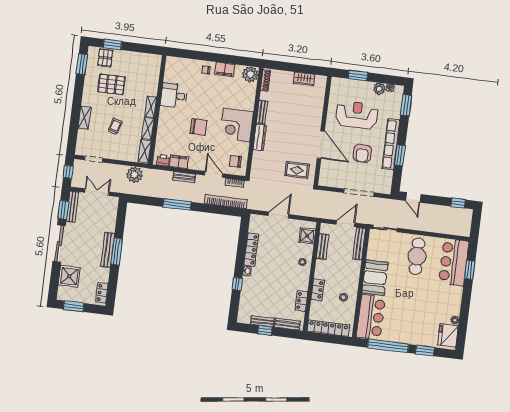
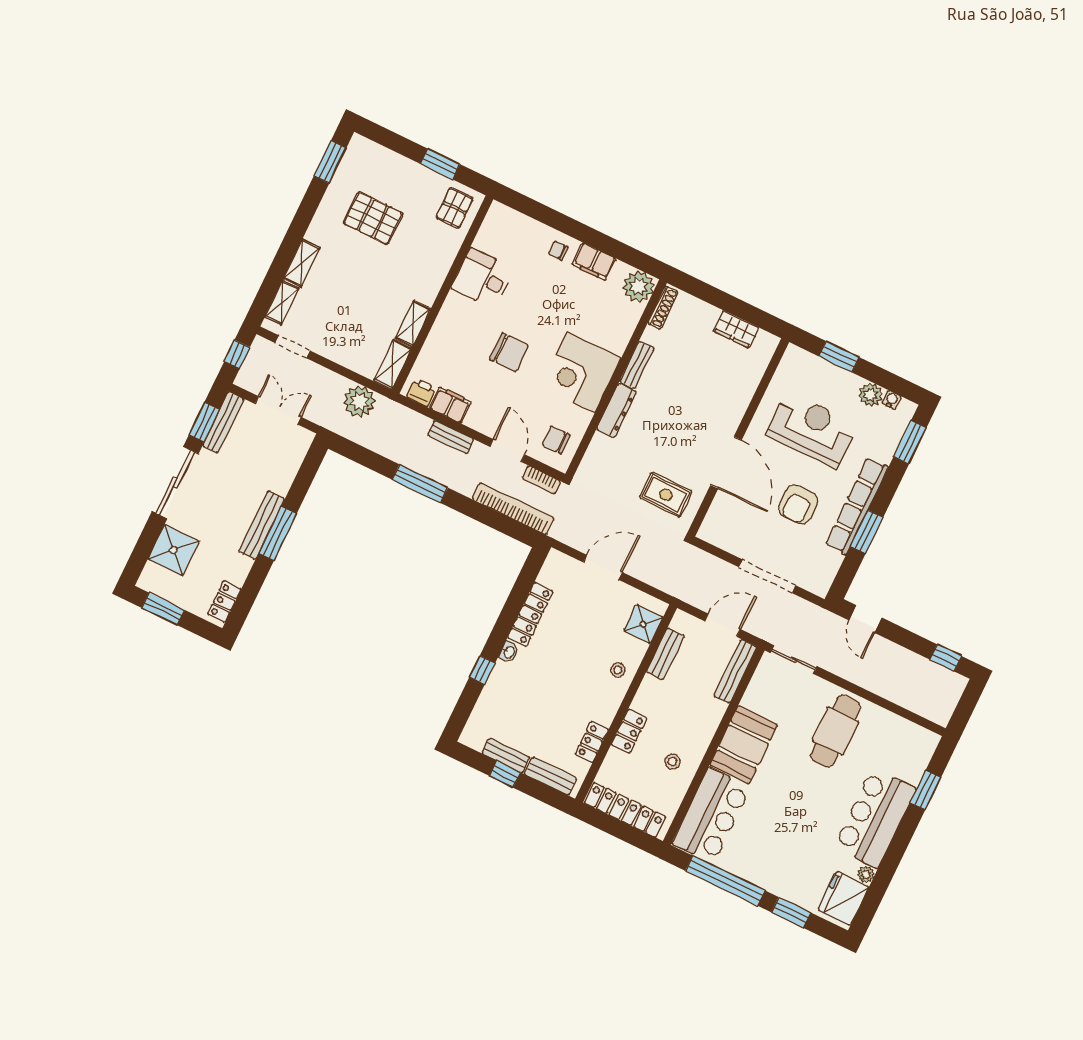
window: (113, 45) -> (440, 164), moved
pallet: (105, 58) -> (454, 208), moved
shelving: (151, 107) -> (282, 303), moved
trolley: (115, 126) -> (353, 299), removed
bar counter: (454, 262) -> (875, 818), moved

